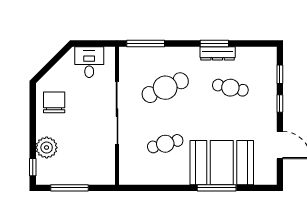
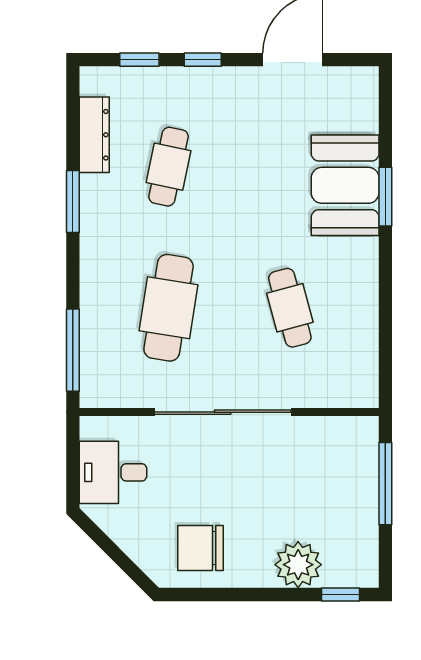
dresser: (218, 53) -> (94, 135), moved
cafe table: (165, 88) -> (169, 308), turned 33
booth: (222, 163) -> (345, 185), width x0.73, depth x0.70
window: (69, 188) -> (385, 484), moved
window: (217, 188) -> (385, 197), width x0.69

